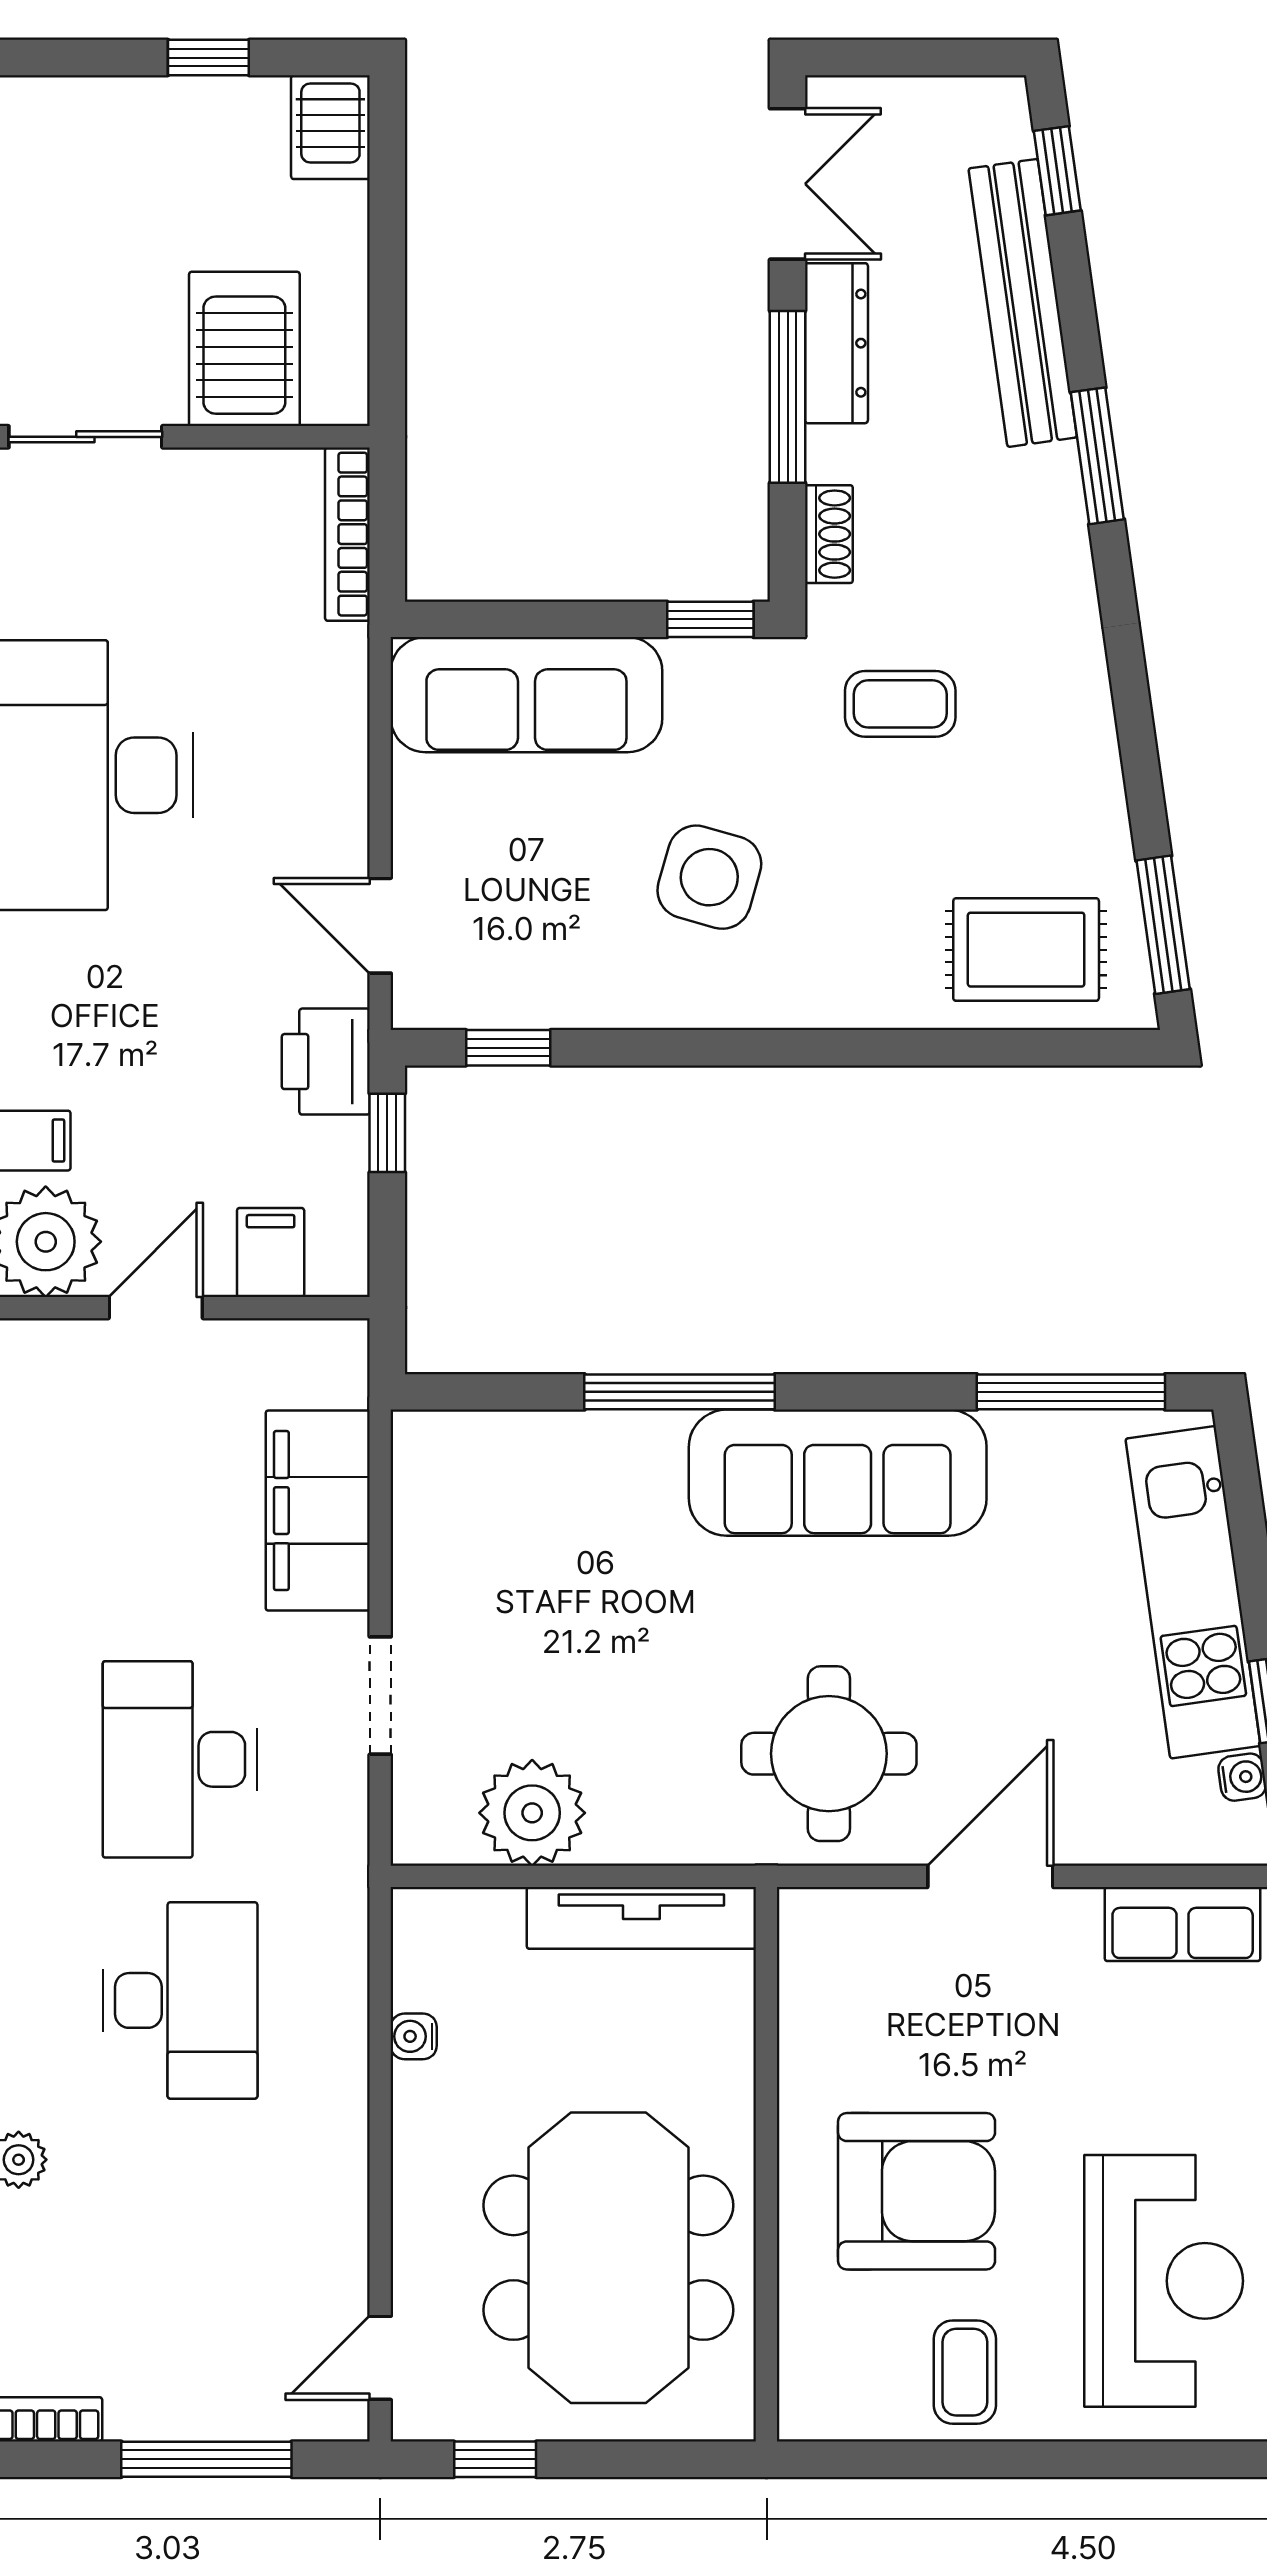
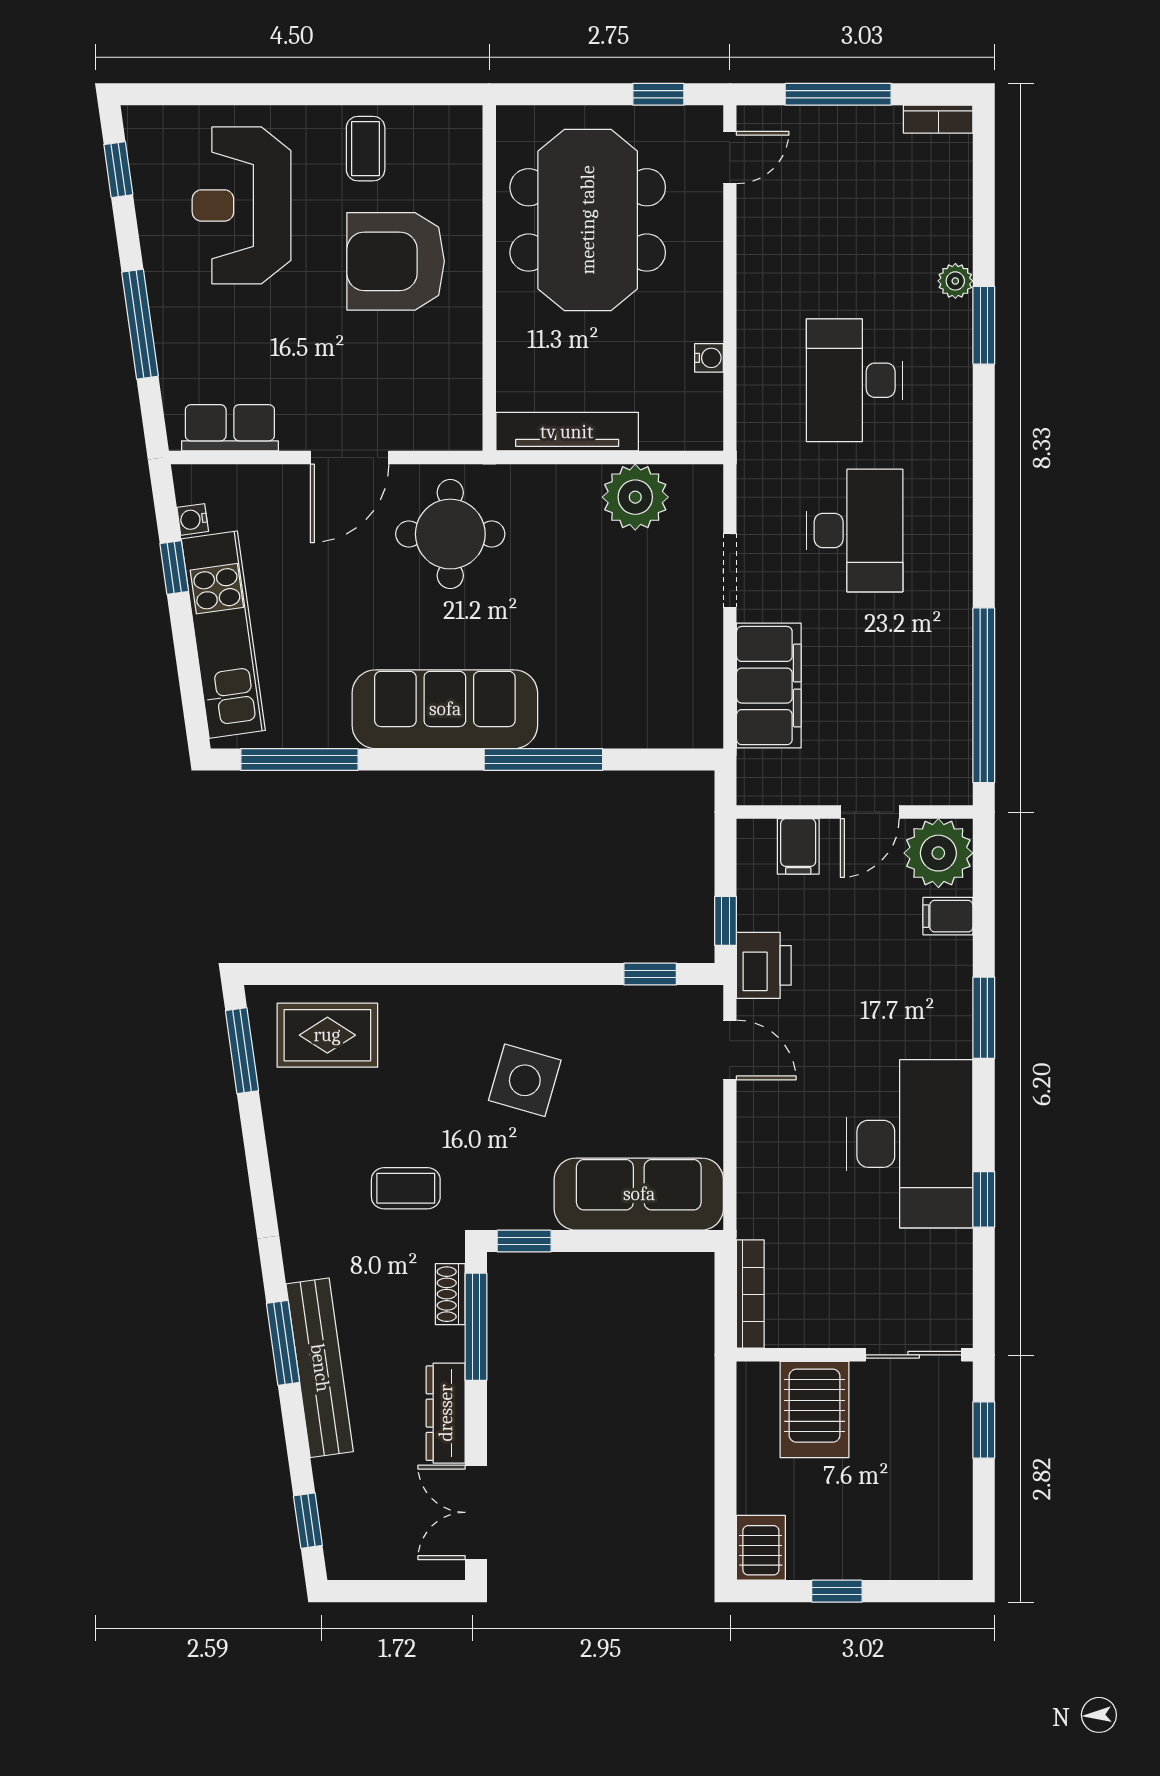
bench: (1023, 303) -> (320, 1368), moved
window: (788, 397) -> (476, 1327), moved

